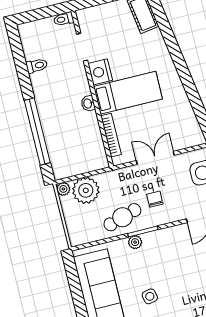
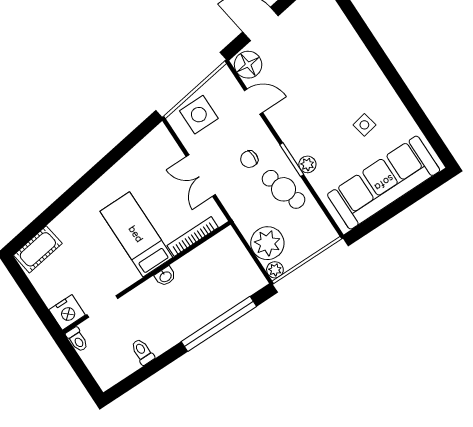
nightstand: (100, 72) -> (67, 312), moved

